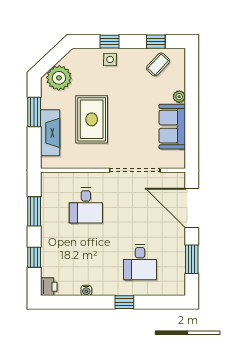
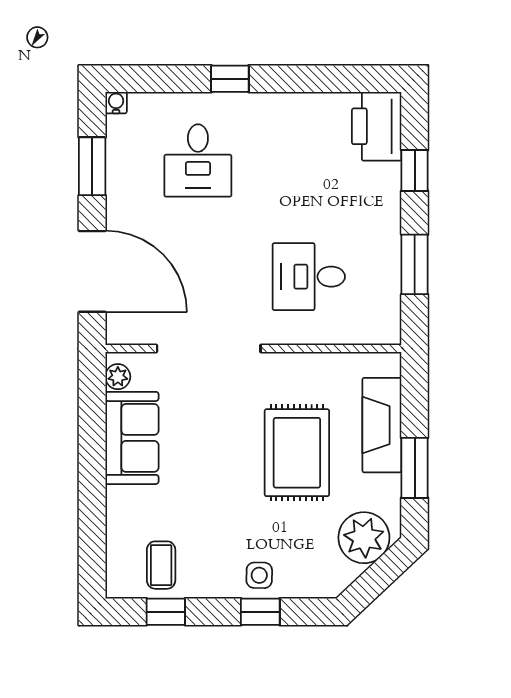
coffee table: (158, 64) -> (161, 565), turned -43
plant: (179, 97) -> (118, 377), moved
desk: (86, 205) -> (309, 277), turned -90
desk: (140, 262) -> (198, 161), turned 180
printer: (49, 287) -> (377, 126), width x1.87, depth x1.48
water cooler: (86, 290) -> (116, 103), moved

